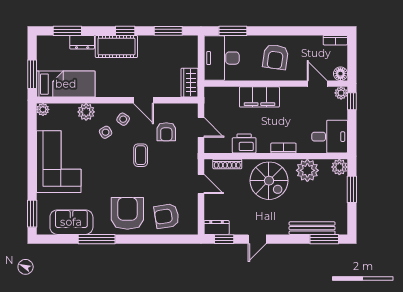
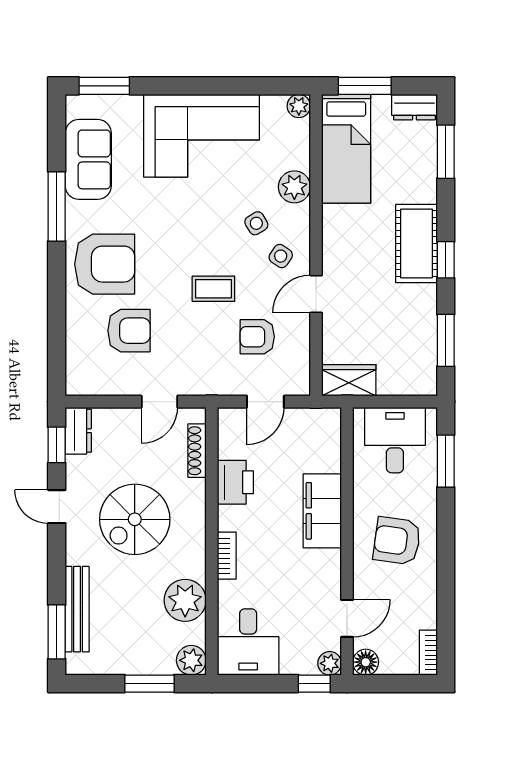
dresser: (82, 42) -> (415, 107), moved, turned -90
desk: (222, 58) -> (395, 440), width x0.73
spiral stairs: (269, 181) -> (135, 519), moved
armchair: (167, 216) -> (129, 331), moved, turned 99

